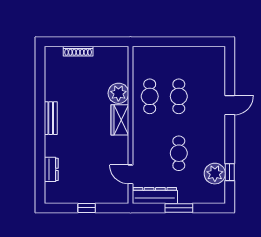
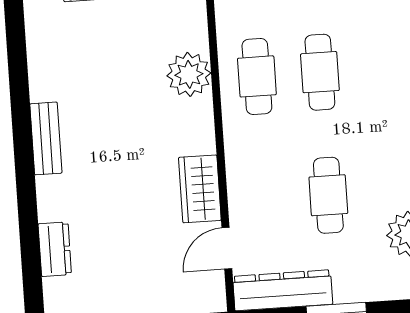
wardrobe: (120, 120) -> (200, 189), moved
door: (130, 174) -> (227, 248), hinge flipped

